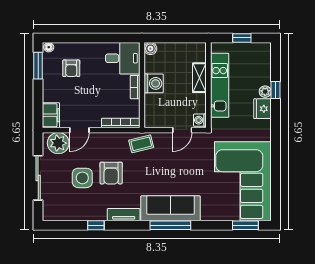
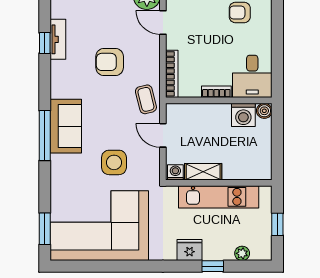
shelving: (199, 78) -> (203, 172), moved
washing machine: (154, 83) -> (243, 115), moved
plant: (265, 92) -> (242, 253), moved
door: (182, 130) -> (163, 135), moved
side table: (82, 178) -> (114, 162), moved
sofa: (171, 208) -> (66, 126), width x0.73
tv unit: (124, 215) -> (58, 39), moved

